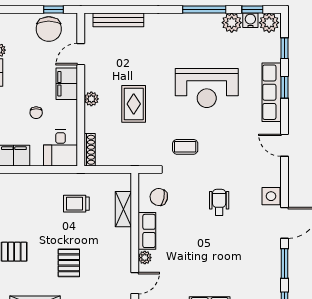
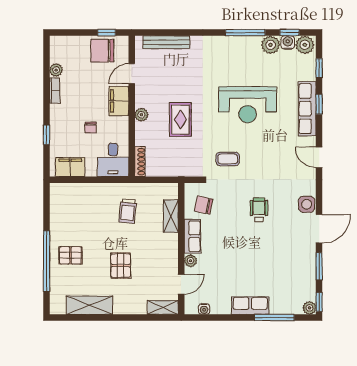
chair: (49, 29) -> (102, 51), turned 90
trolley: (76, 204) -> (128, 211), turned -84

